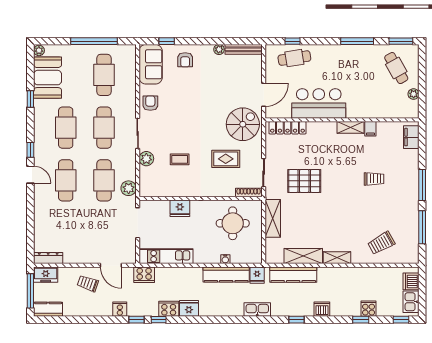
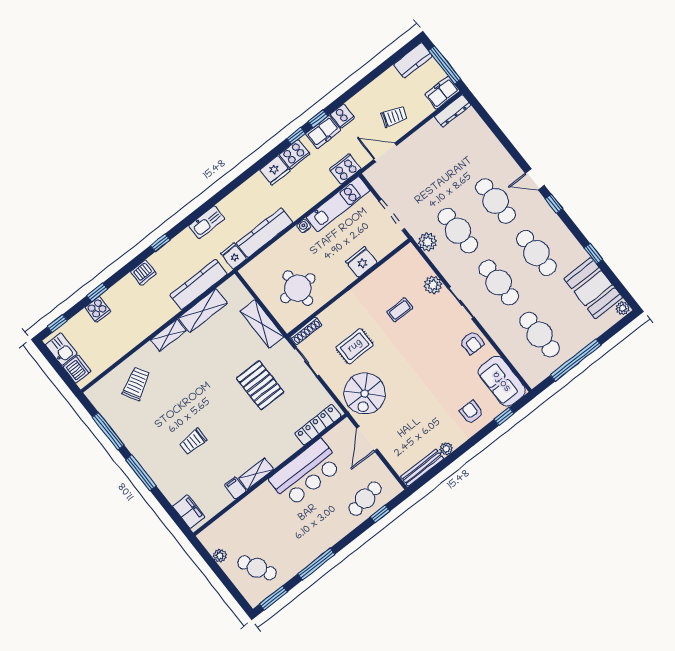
pallet: (304, 181) -> (260, 385), turned 90
water cooler: (225, 259) -> (304, 226), moved
freezer: (140, 309) -> (323, 132), added

